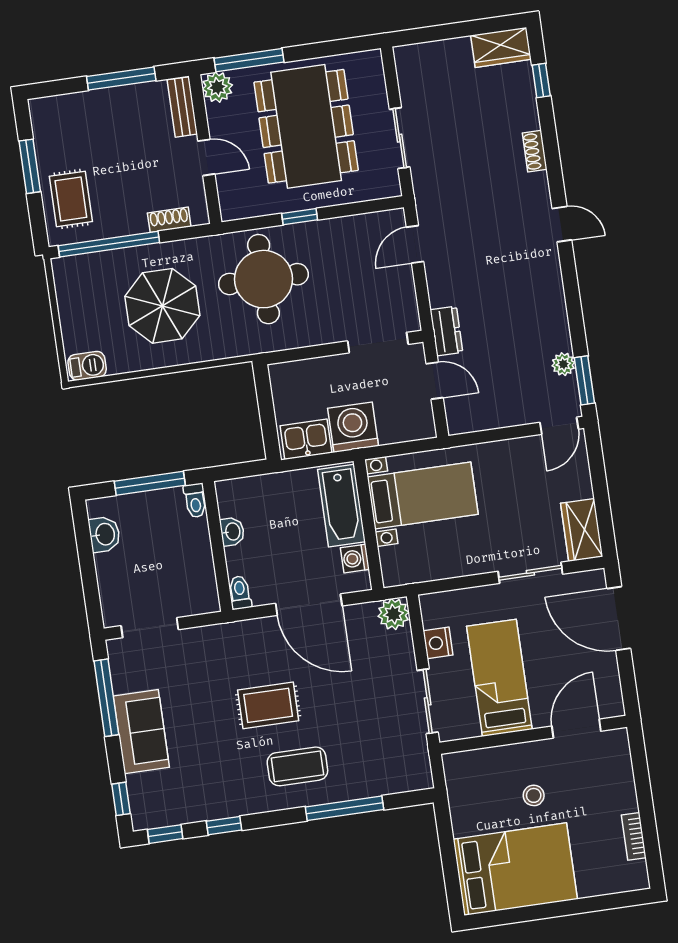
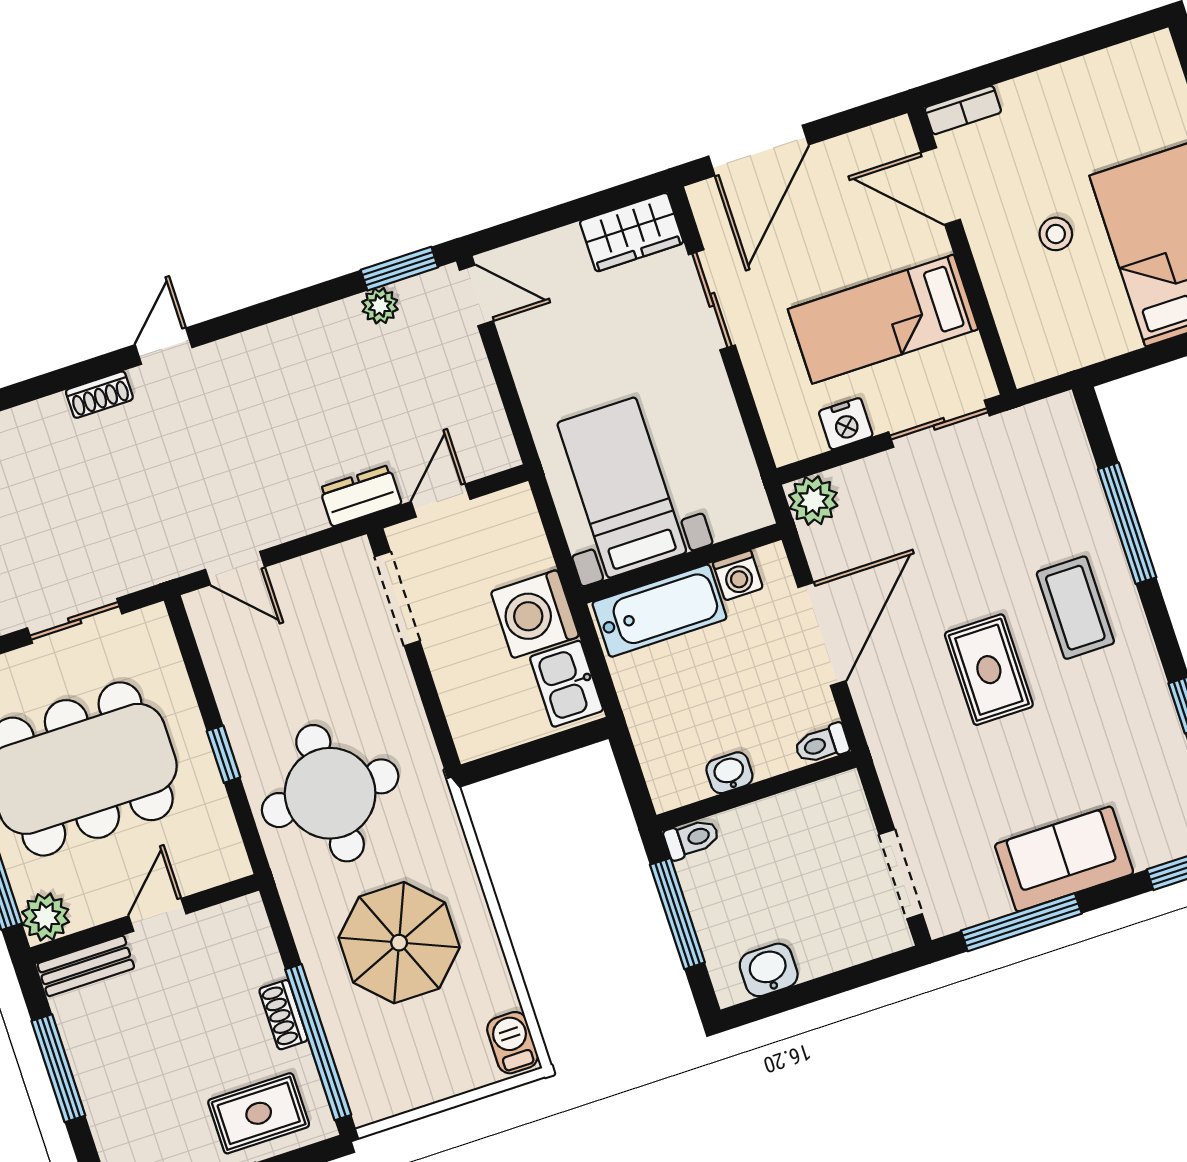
shoe rack: (535, 151) -> (99, 395), moved
shoe rack: (169, 220) -> (283, 1015), moved
bookcase: (634, 836) -> (963, 110), moved

